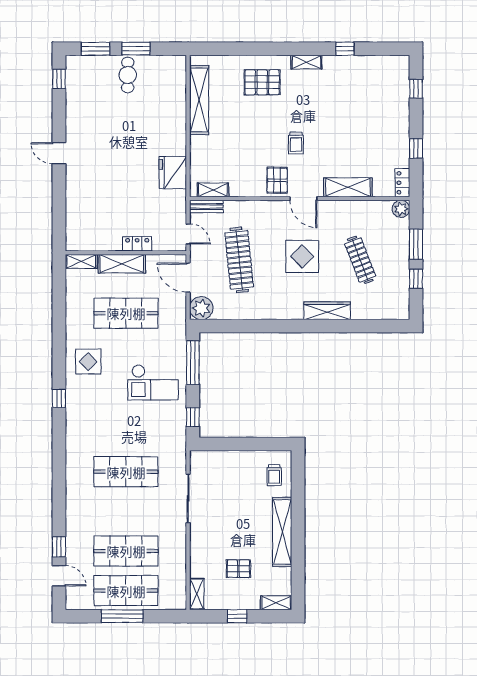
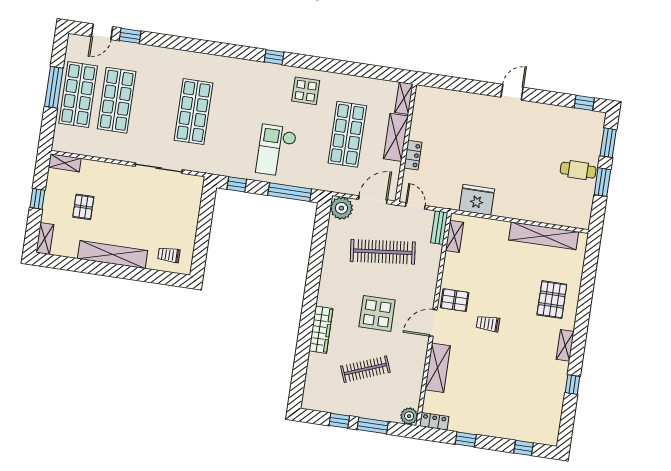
door: (188, 234) -> (415, 206), swing flipped

